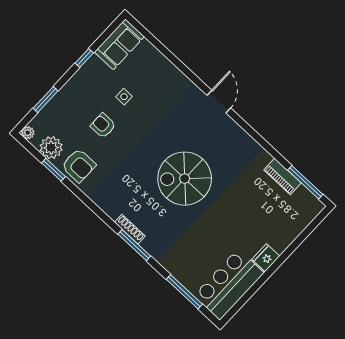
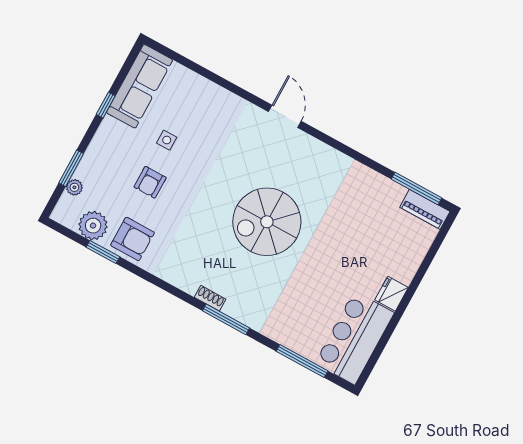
sofa: (119, 44) -> (140, 86), width x1.36
armchair: (103, 126) -> (150, 182), turned -90
plant: (28, 133) -> (74, 187), moved
piano: (282, 176) -> (425, 209), moved
shoe rack: (130, 229) -> (210, 298), width x0.70

